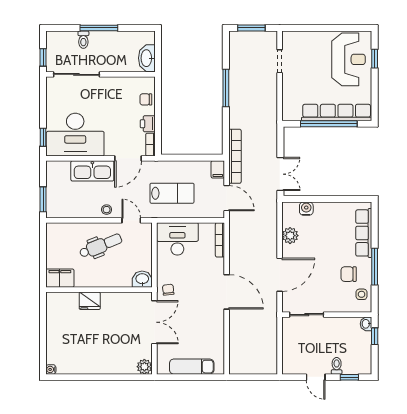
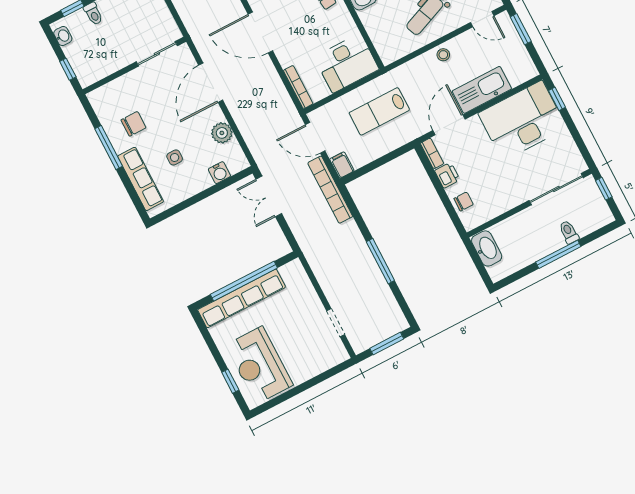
door: (131, 220) -> (482, 19), moved
side table: (362, 294) -> (175, 157), moved
washbasin: (366, 324) -> (63, 36), moved

